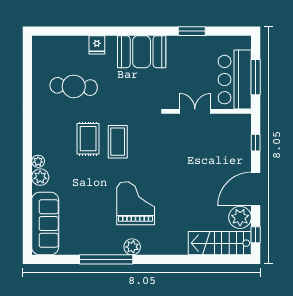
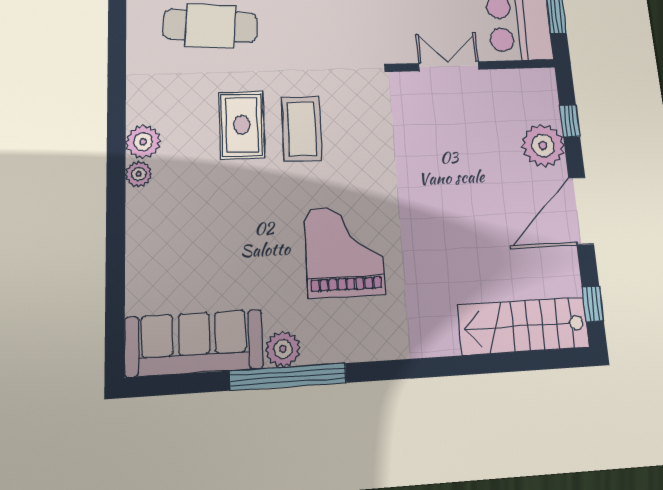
plant: (40, 177) -> (143, 142), moved
plant: (240, 217) -> (543, 146), moved
sofa: (45, 224) -> (194, 343), moved, turned -90
plant: (132, 247) -> (283, 349), moved

